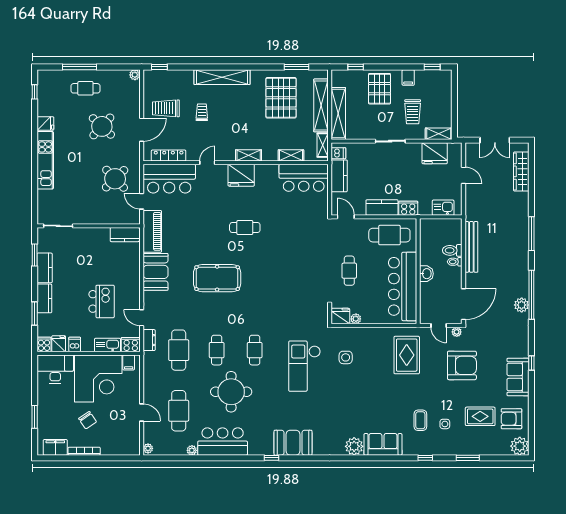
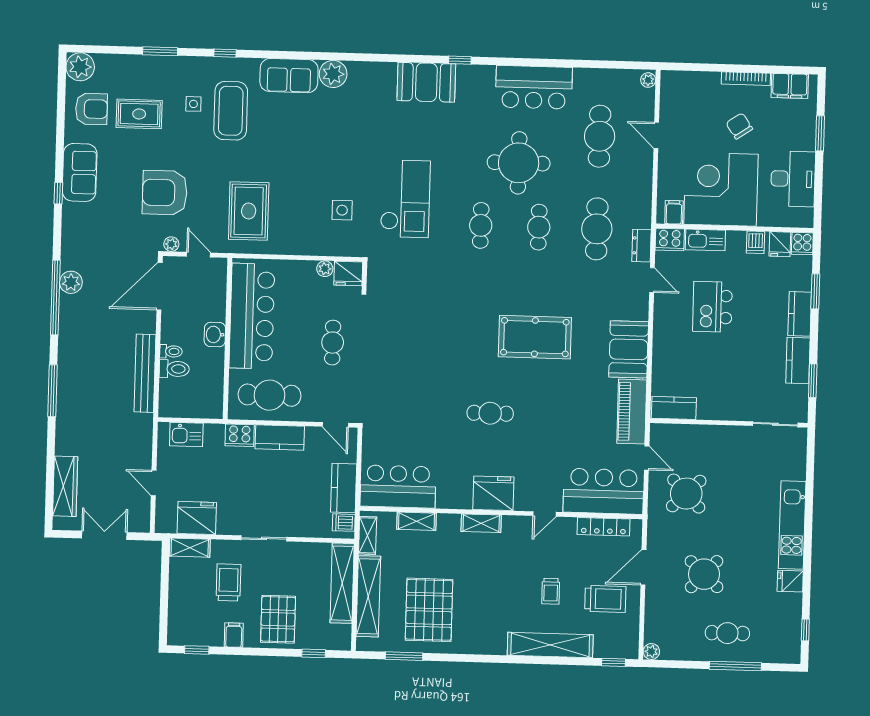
shelving: (222, 77) -> (550, 645), moved
desk: (55, 369) -> (793, 179), moved, turned -90
coffee table: (420, 420) -> (231, 111), width x1.86, depth x1.72
plant: (192, 450) -> (581, 75), removed

